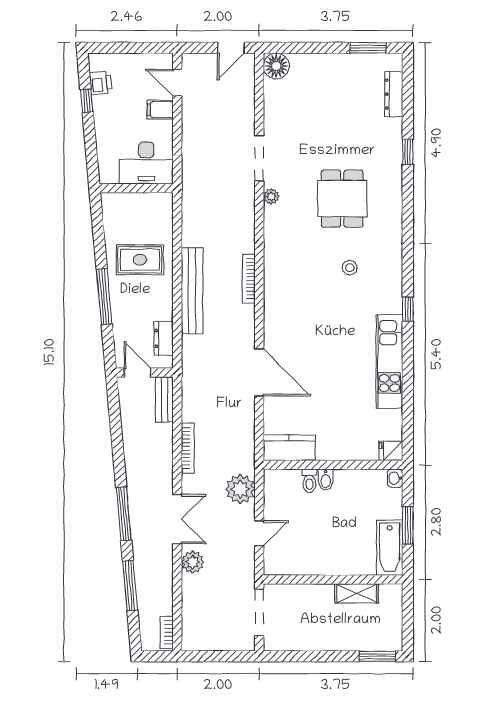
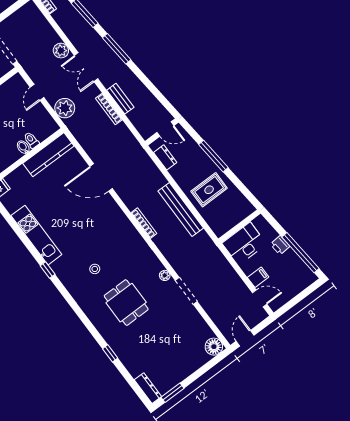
printer: (101, 83) -> (280, 245), moved
dresser: (394, 94) -> (148, 388), moved
window: (87, 101) -> (300, 253), width x3.17
bench: (192, 291) -> (181, 210), moved
bench: (164, 400) -> (120, 99), moved
kitchen counter: (289, 448) -> (48, 155), width x1.50

